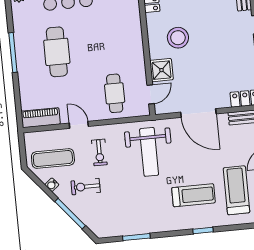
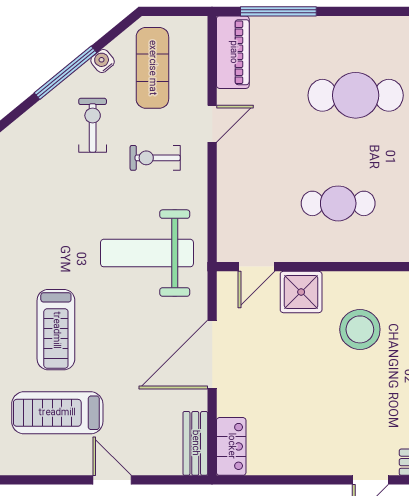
window: (13, 53) -> (278, 11), moved
cafe table: (115, 93) -> (338, 203), moved
door: (151, 94) -> (257, 267), hinge flipped
treadmill: (236, 190) -> (57, 413), turned 180
window: (70, 214) -> (66, 73), moved

